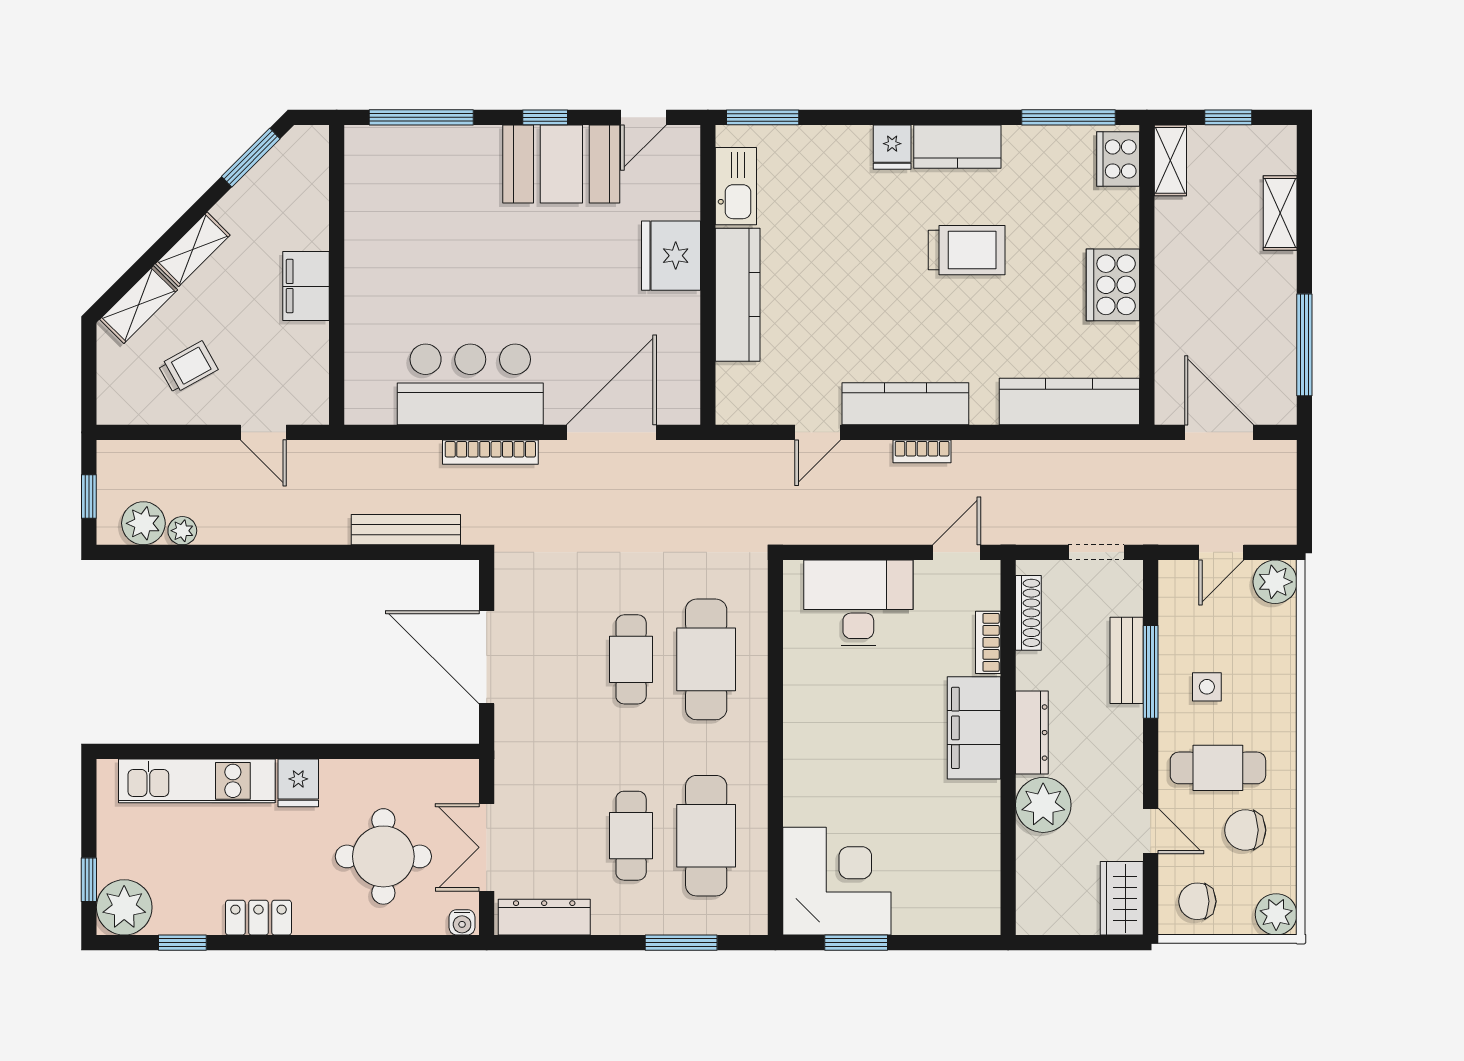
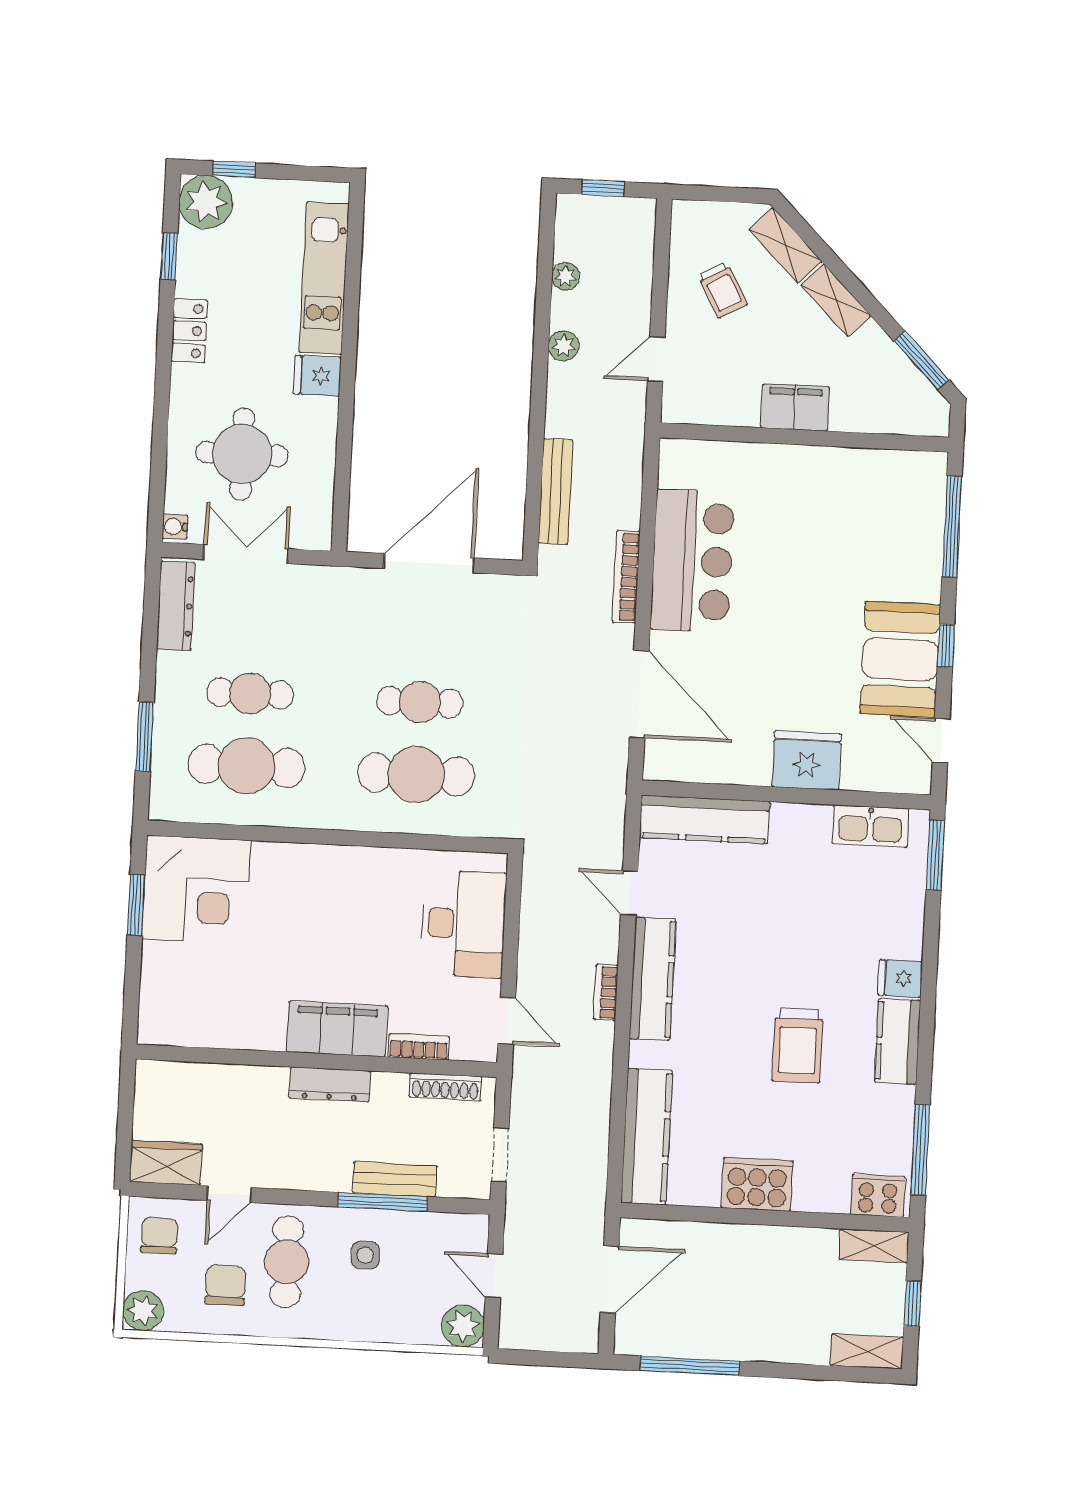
shelving: (1280, 213) -> (867, 1351), moved
kitchen counter: (738, 295) -> (705, 819), moved
plant: (143, 523) -> (563, 346), moved, width x0.73, depth x0.73
plant: (1043, 805) -> (260, 1092), removed

